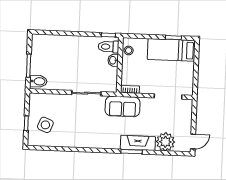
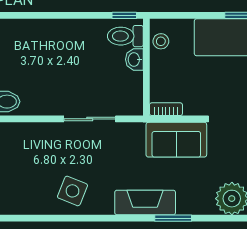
sofa: (123, 106) -> (176, 140), moved
side table: (45, 125) -> (72, 191), moved
fireplace: (138, 143) -> (145, 202), moved

